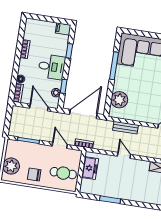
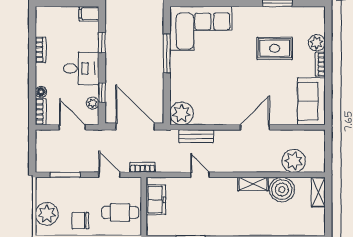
plant: (119, 100) -> (182, 113), moved
door: (83, 114) -> (135, 127), hinge flipped

